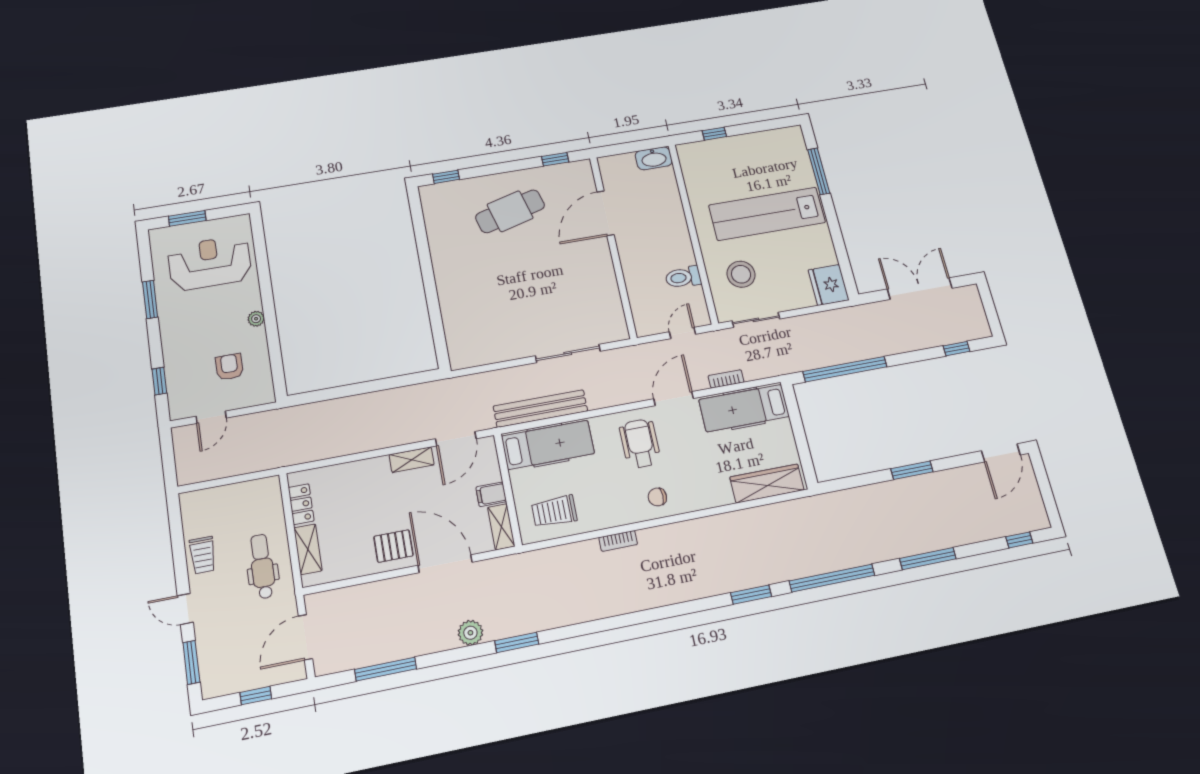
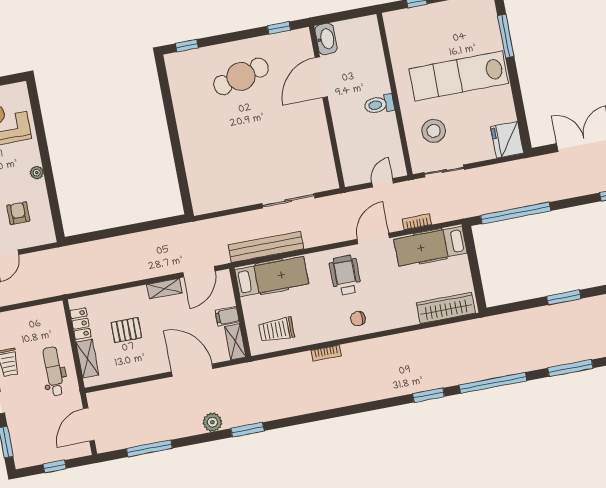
washbasin: (654, 158) -> (326, 39), moved, turned -90
toilet: (683, 277) -> (379, 104), moved
pallet: (393, 546) -> (126, 330), moved

